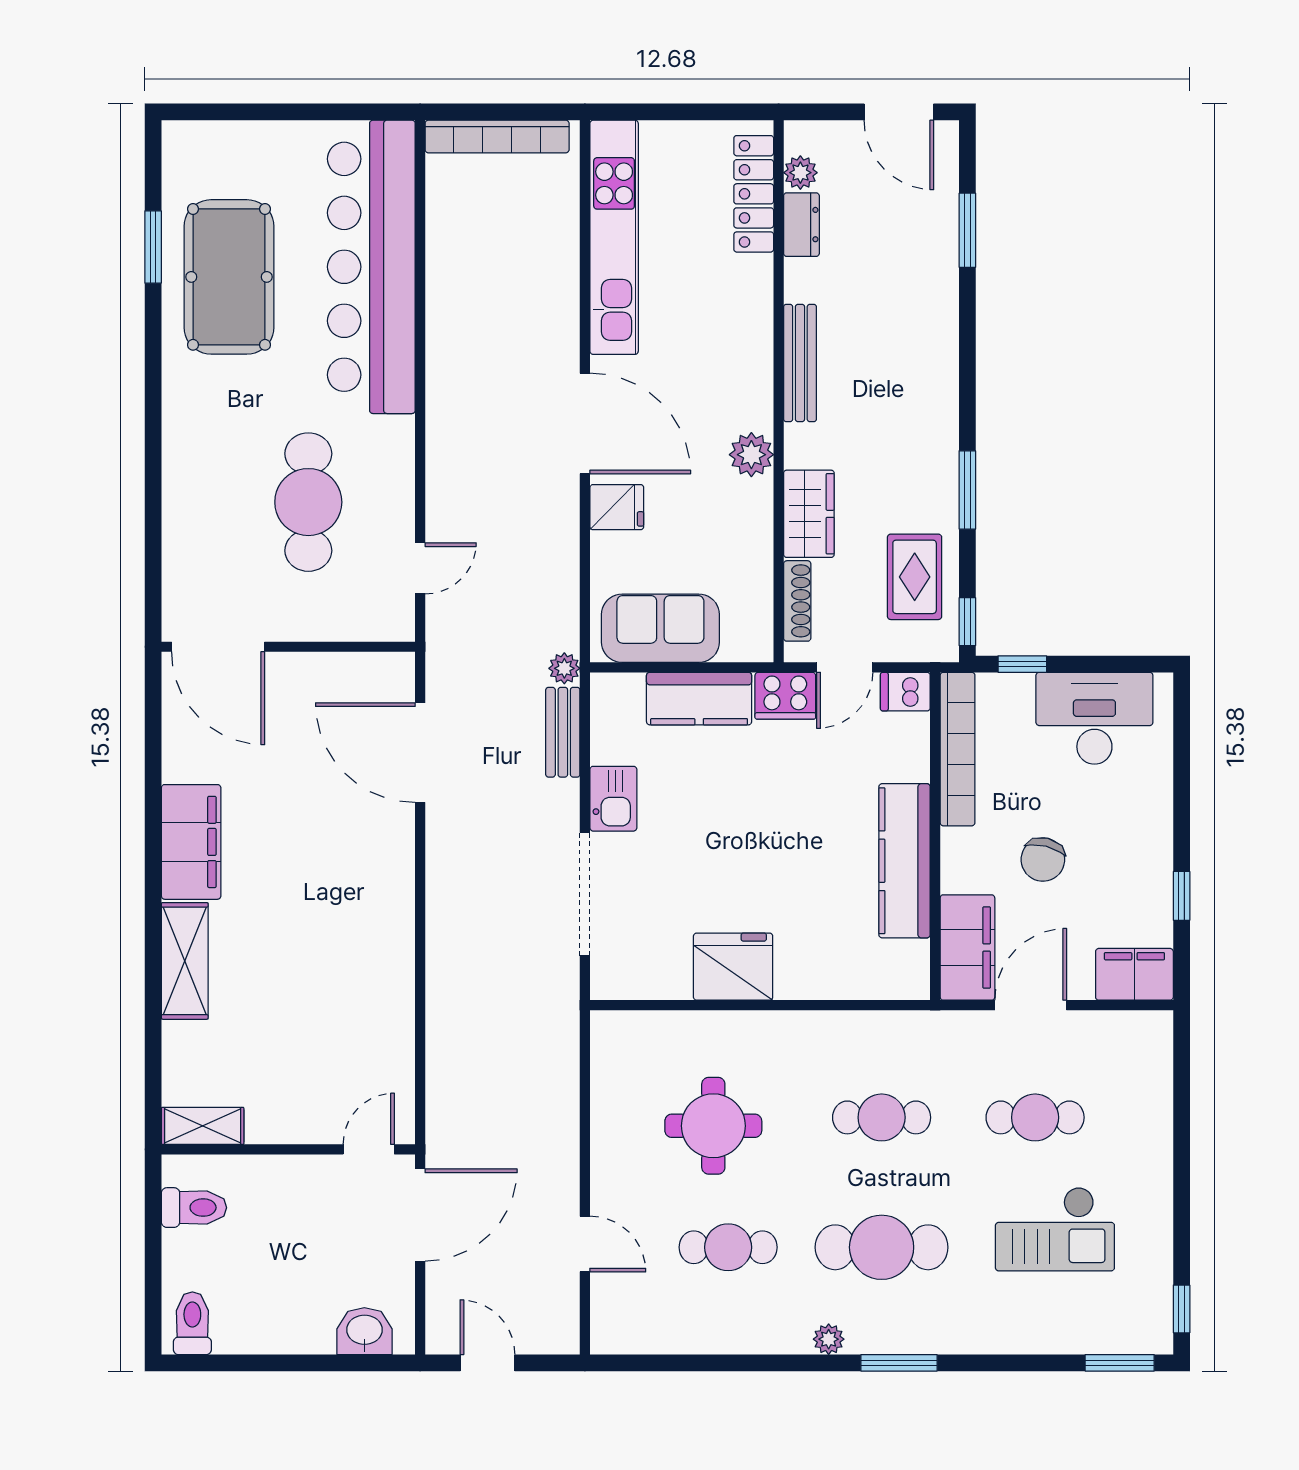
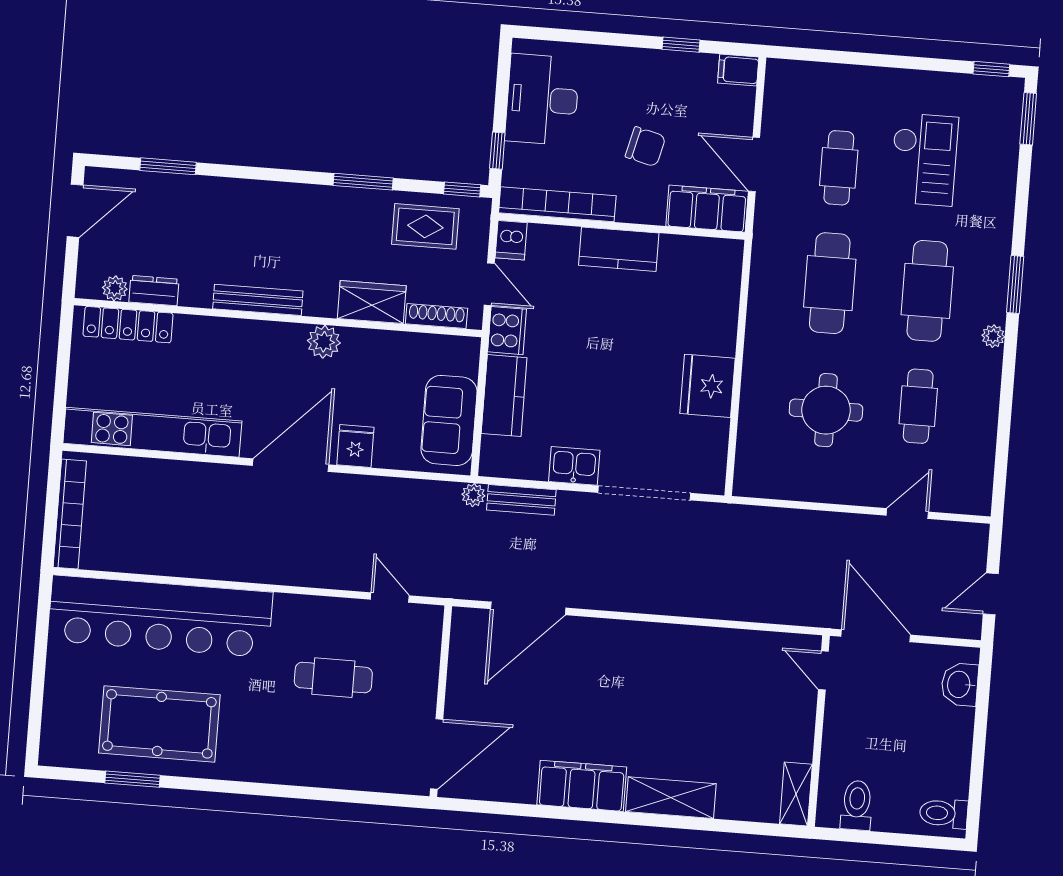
cafe table: (308, 502) -> (333, 678), width x0.73, depth x0.74
kitchen counter: (905, 861) -> (619, 249), width x0.67
filing cabinet: (1134, 974) -> (738, 70), width x0.50
cafe table: (882, 1117) -> (830, 283), width x1.37, depth x1.35

